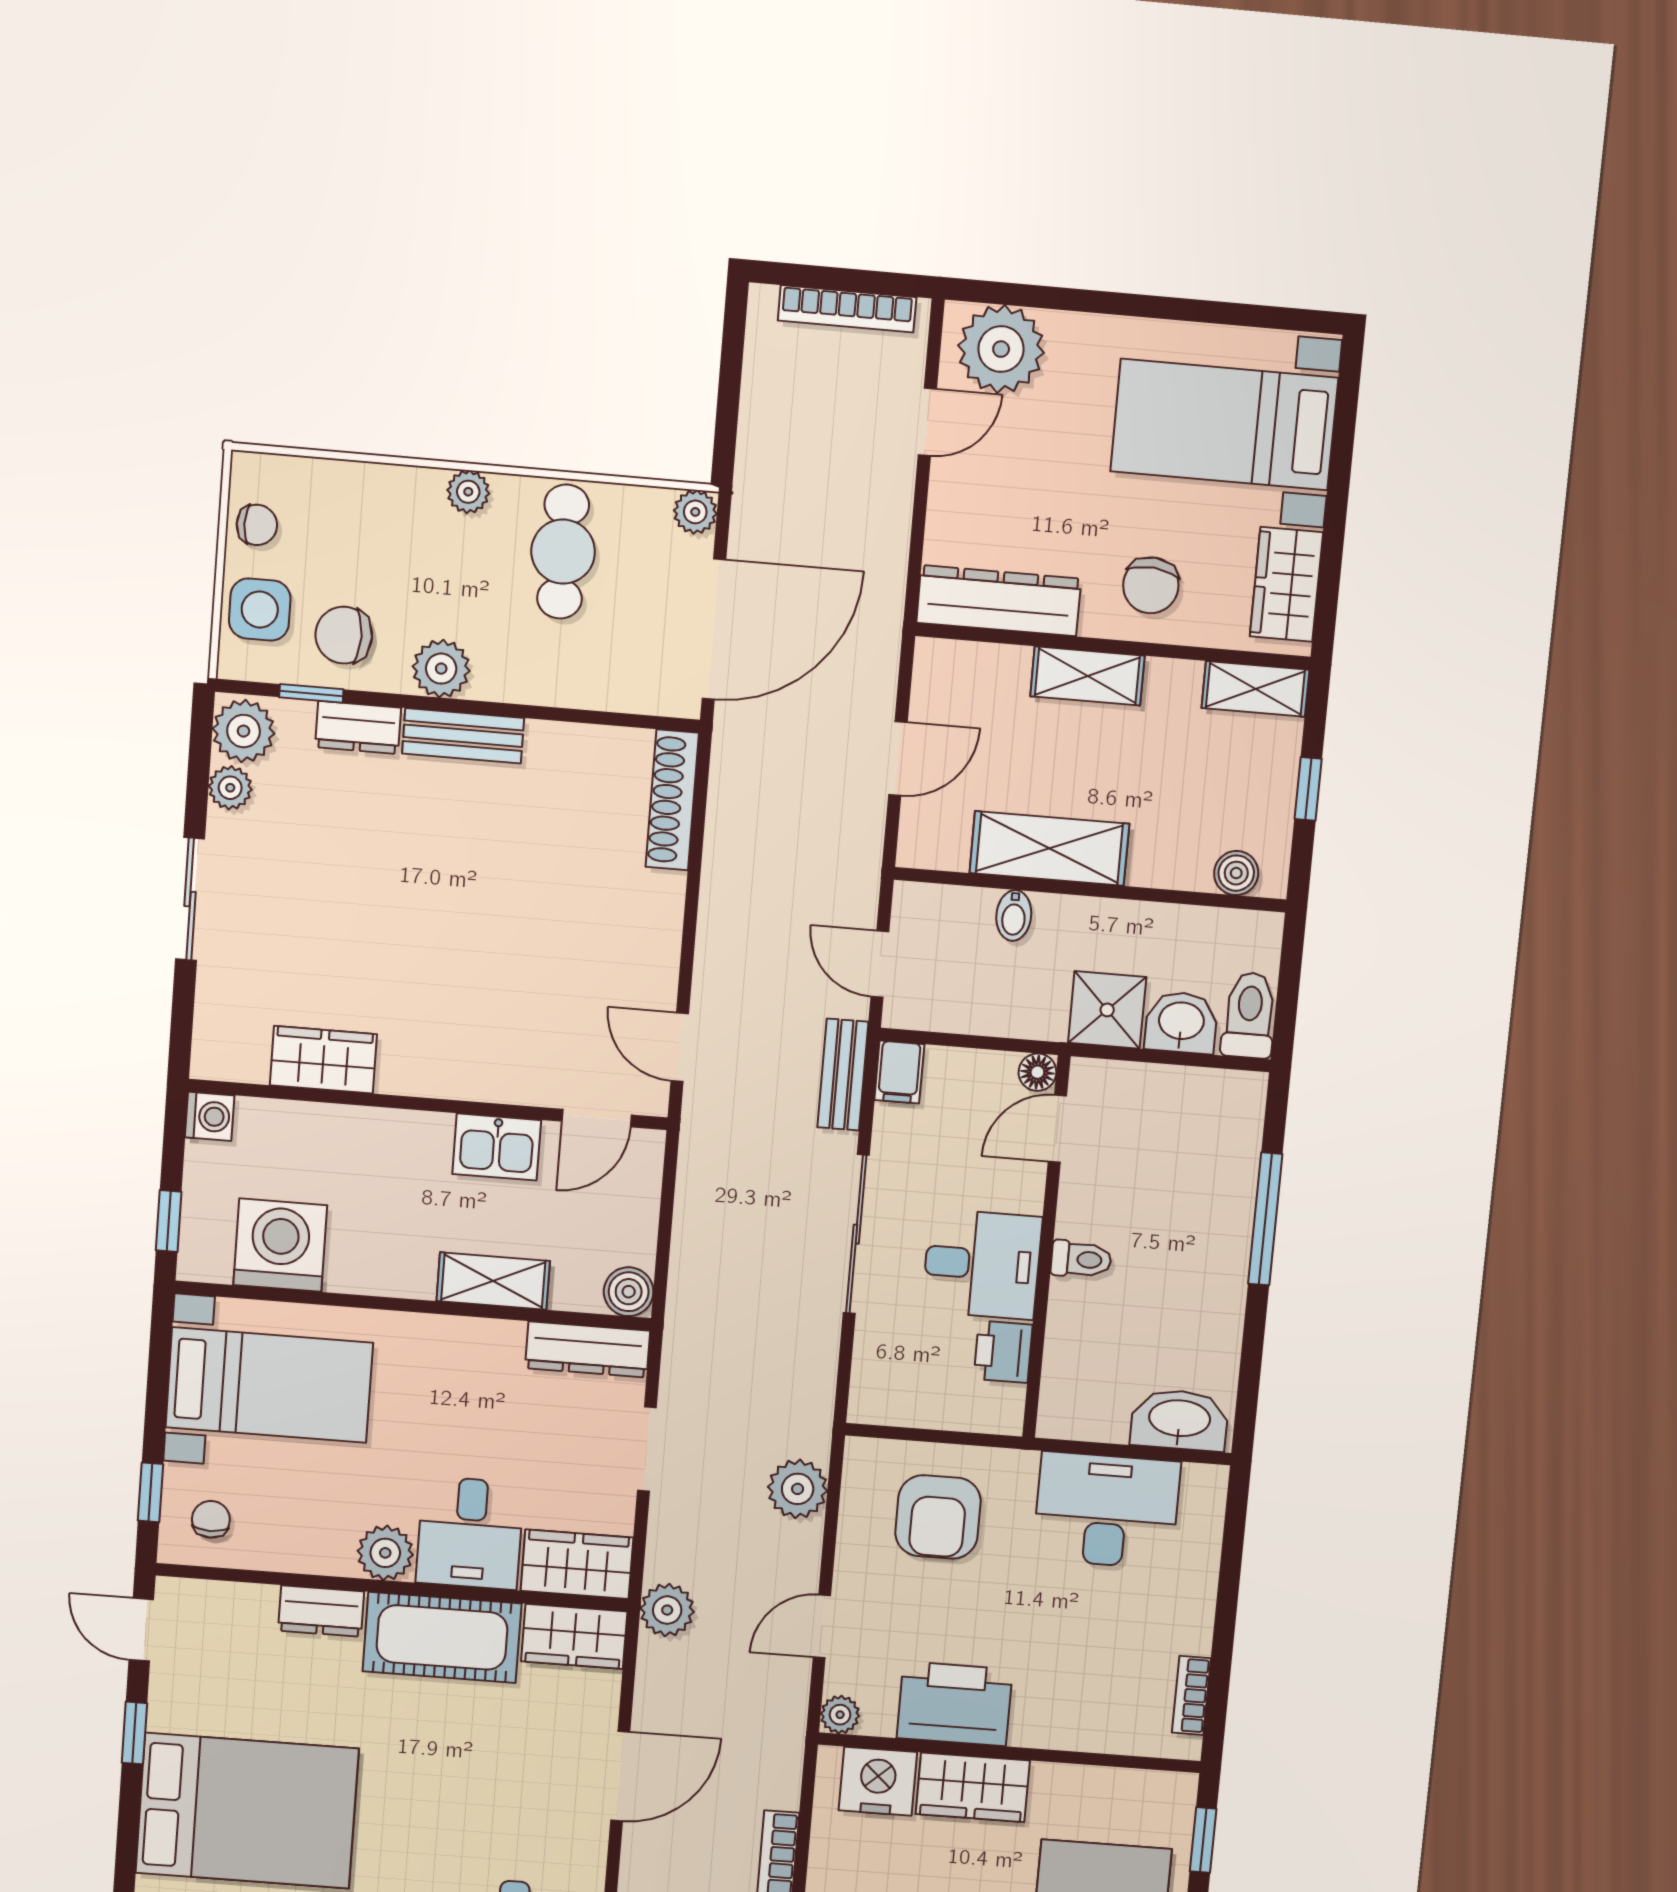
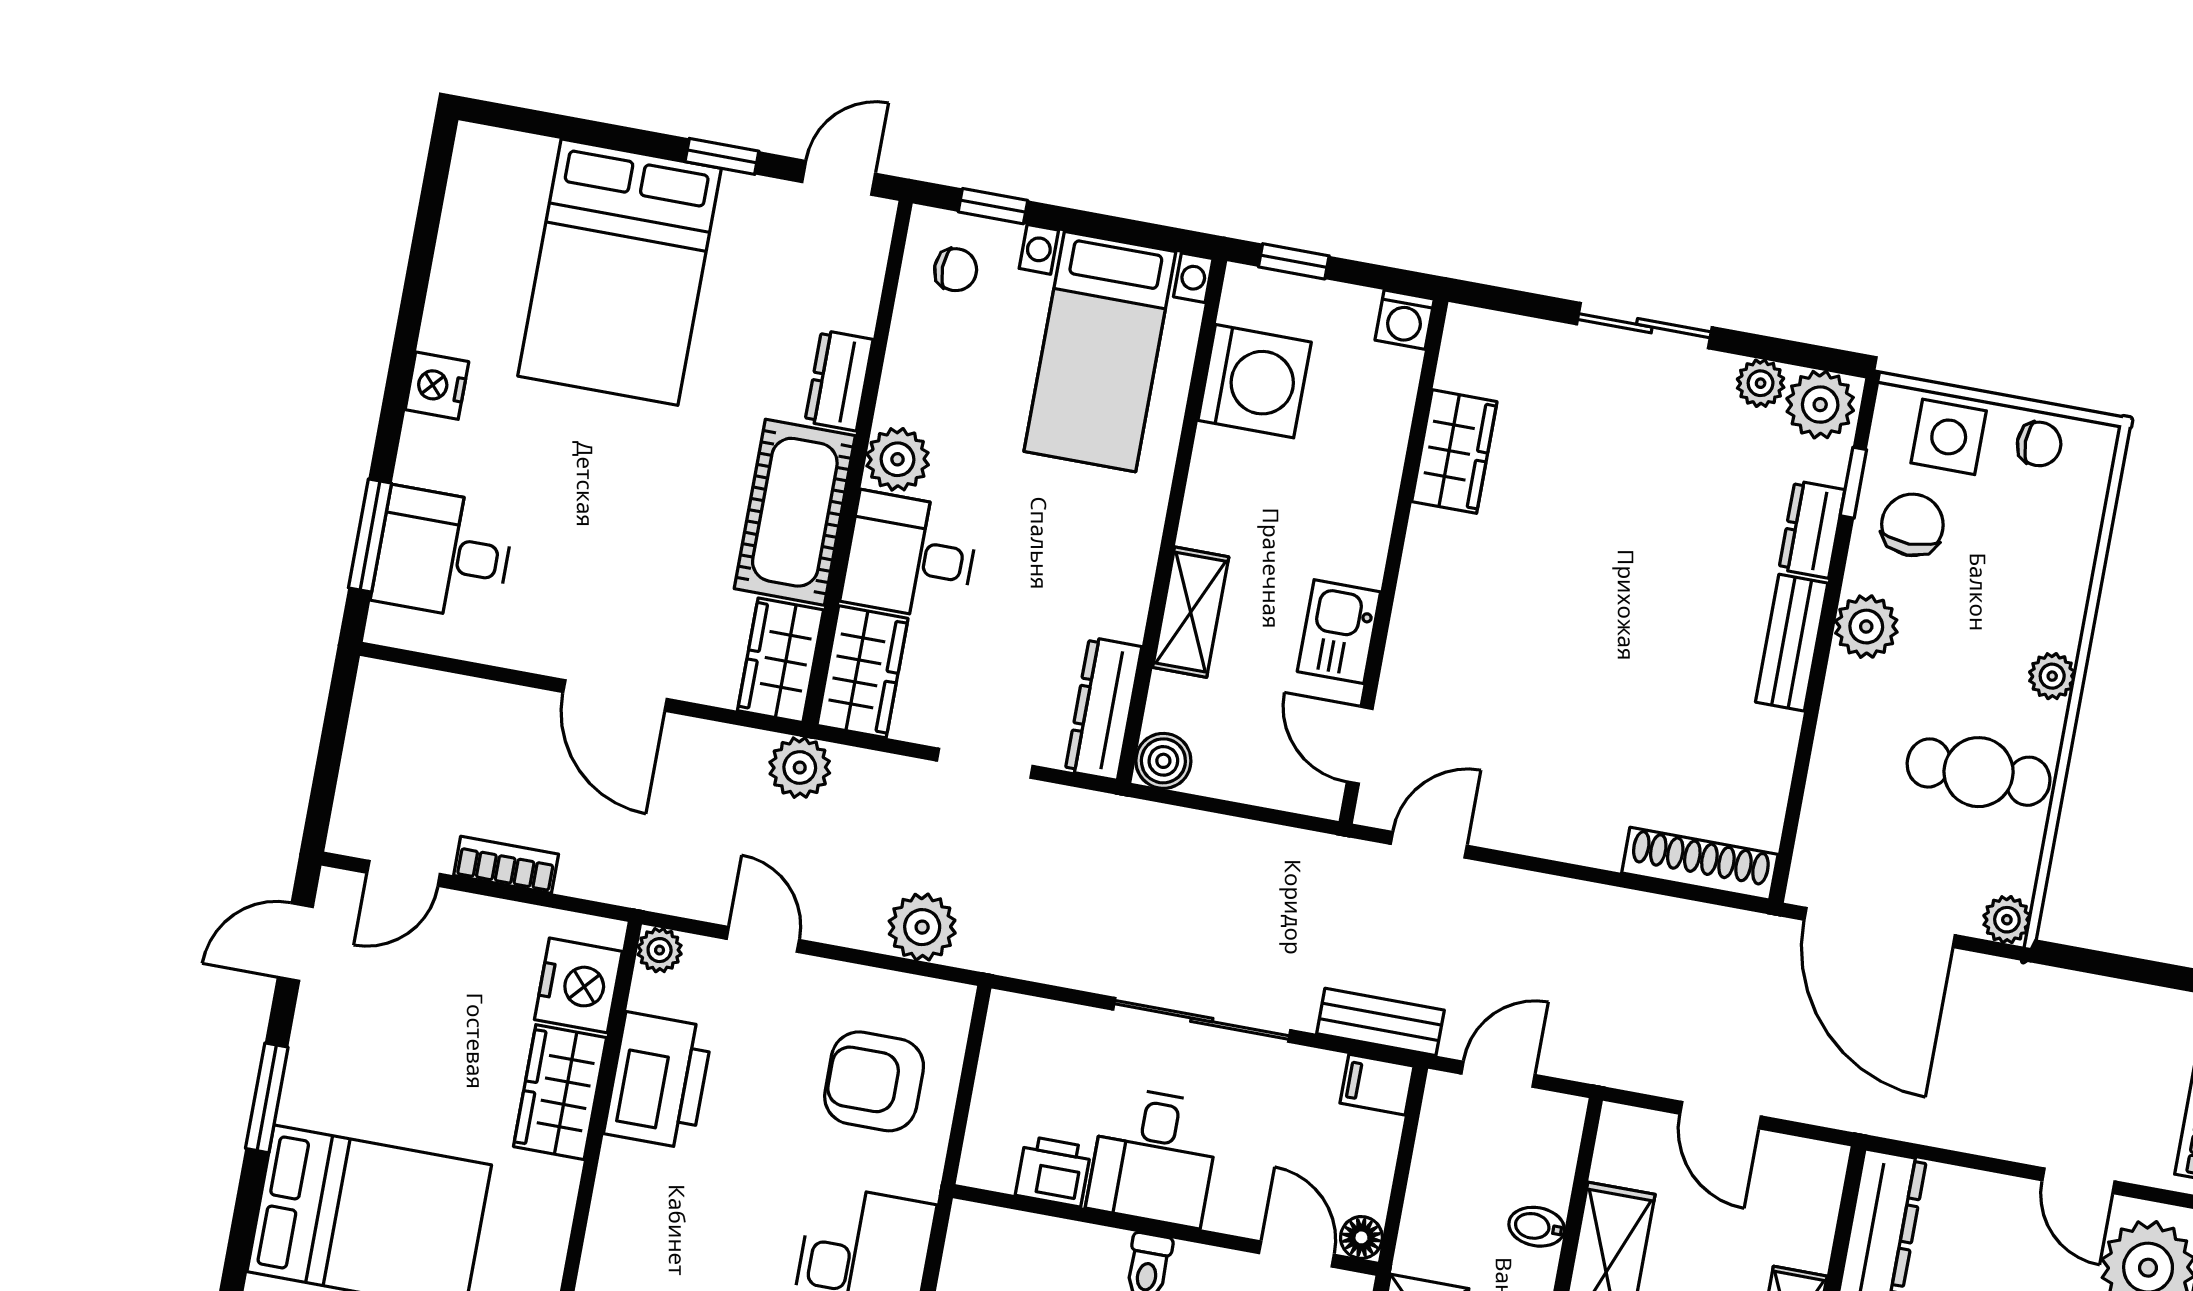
chair: (257, 525) -> (2039, 444), turned -90

